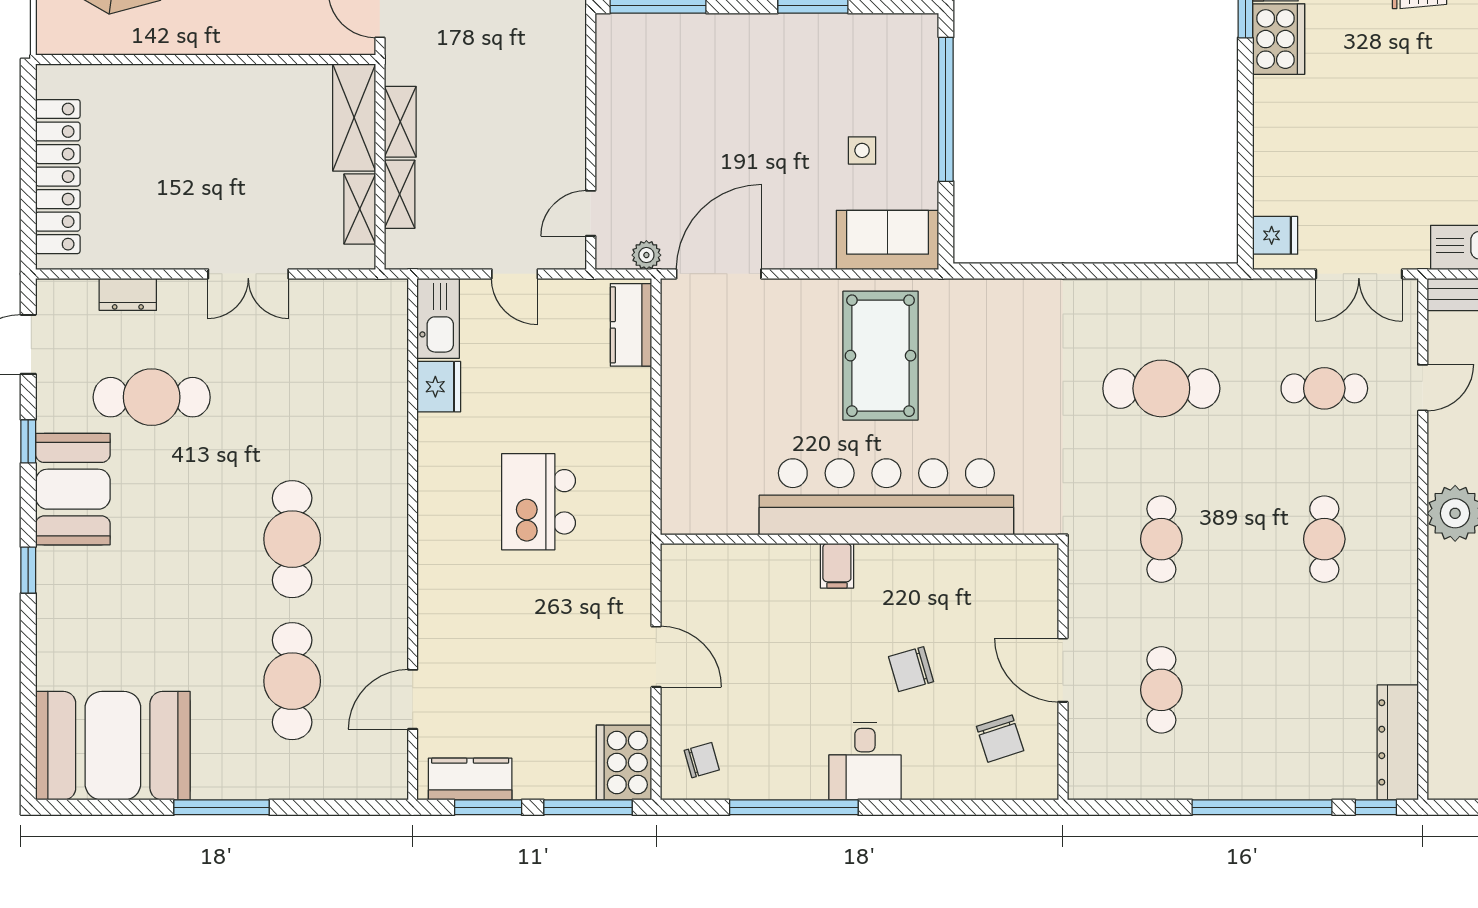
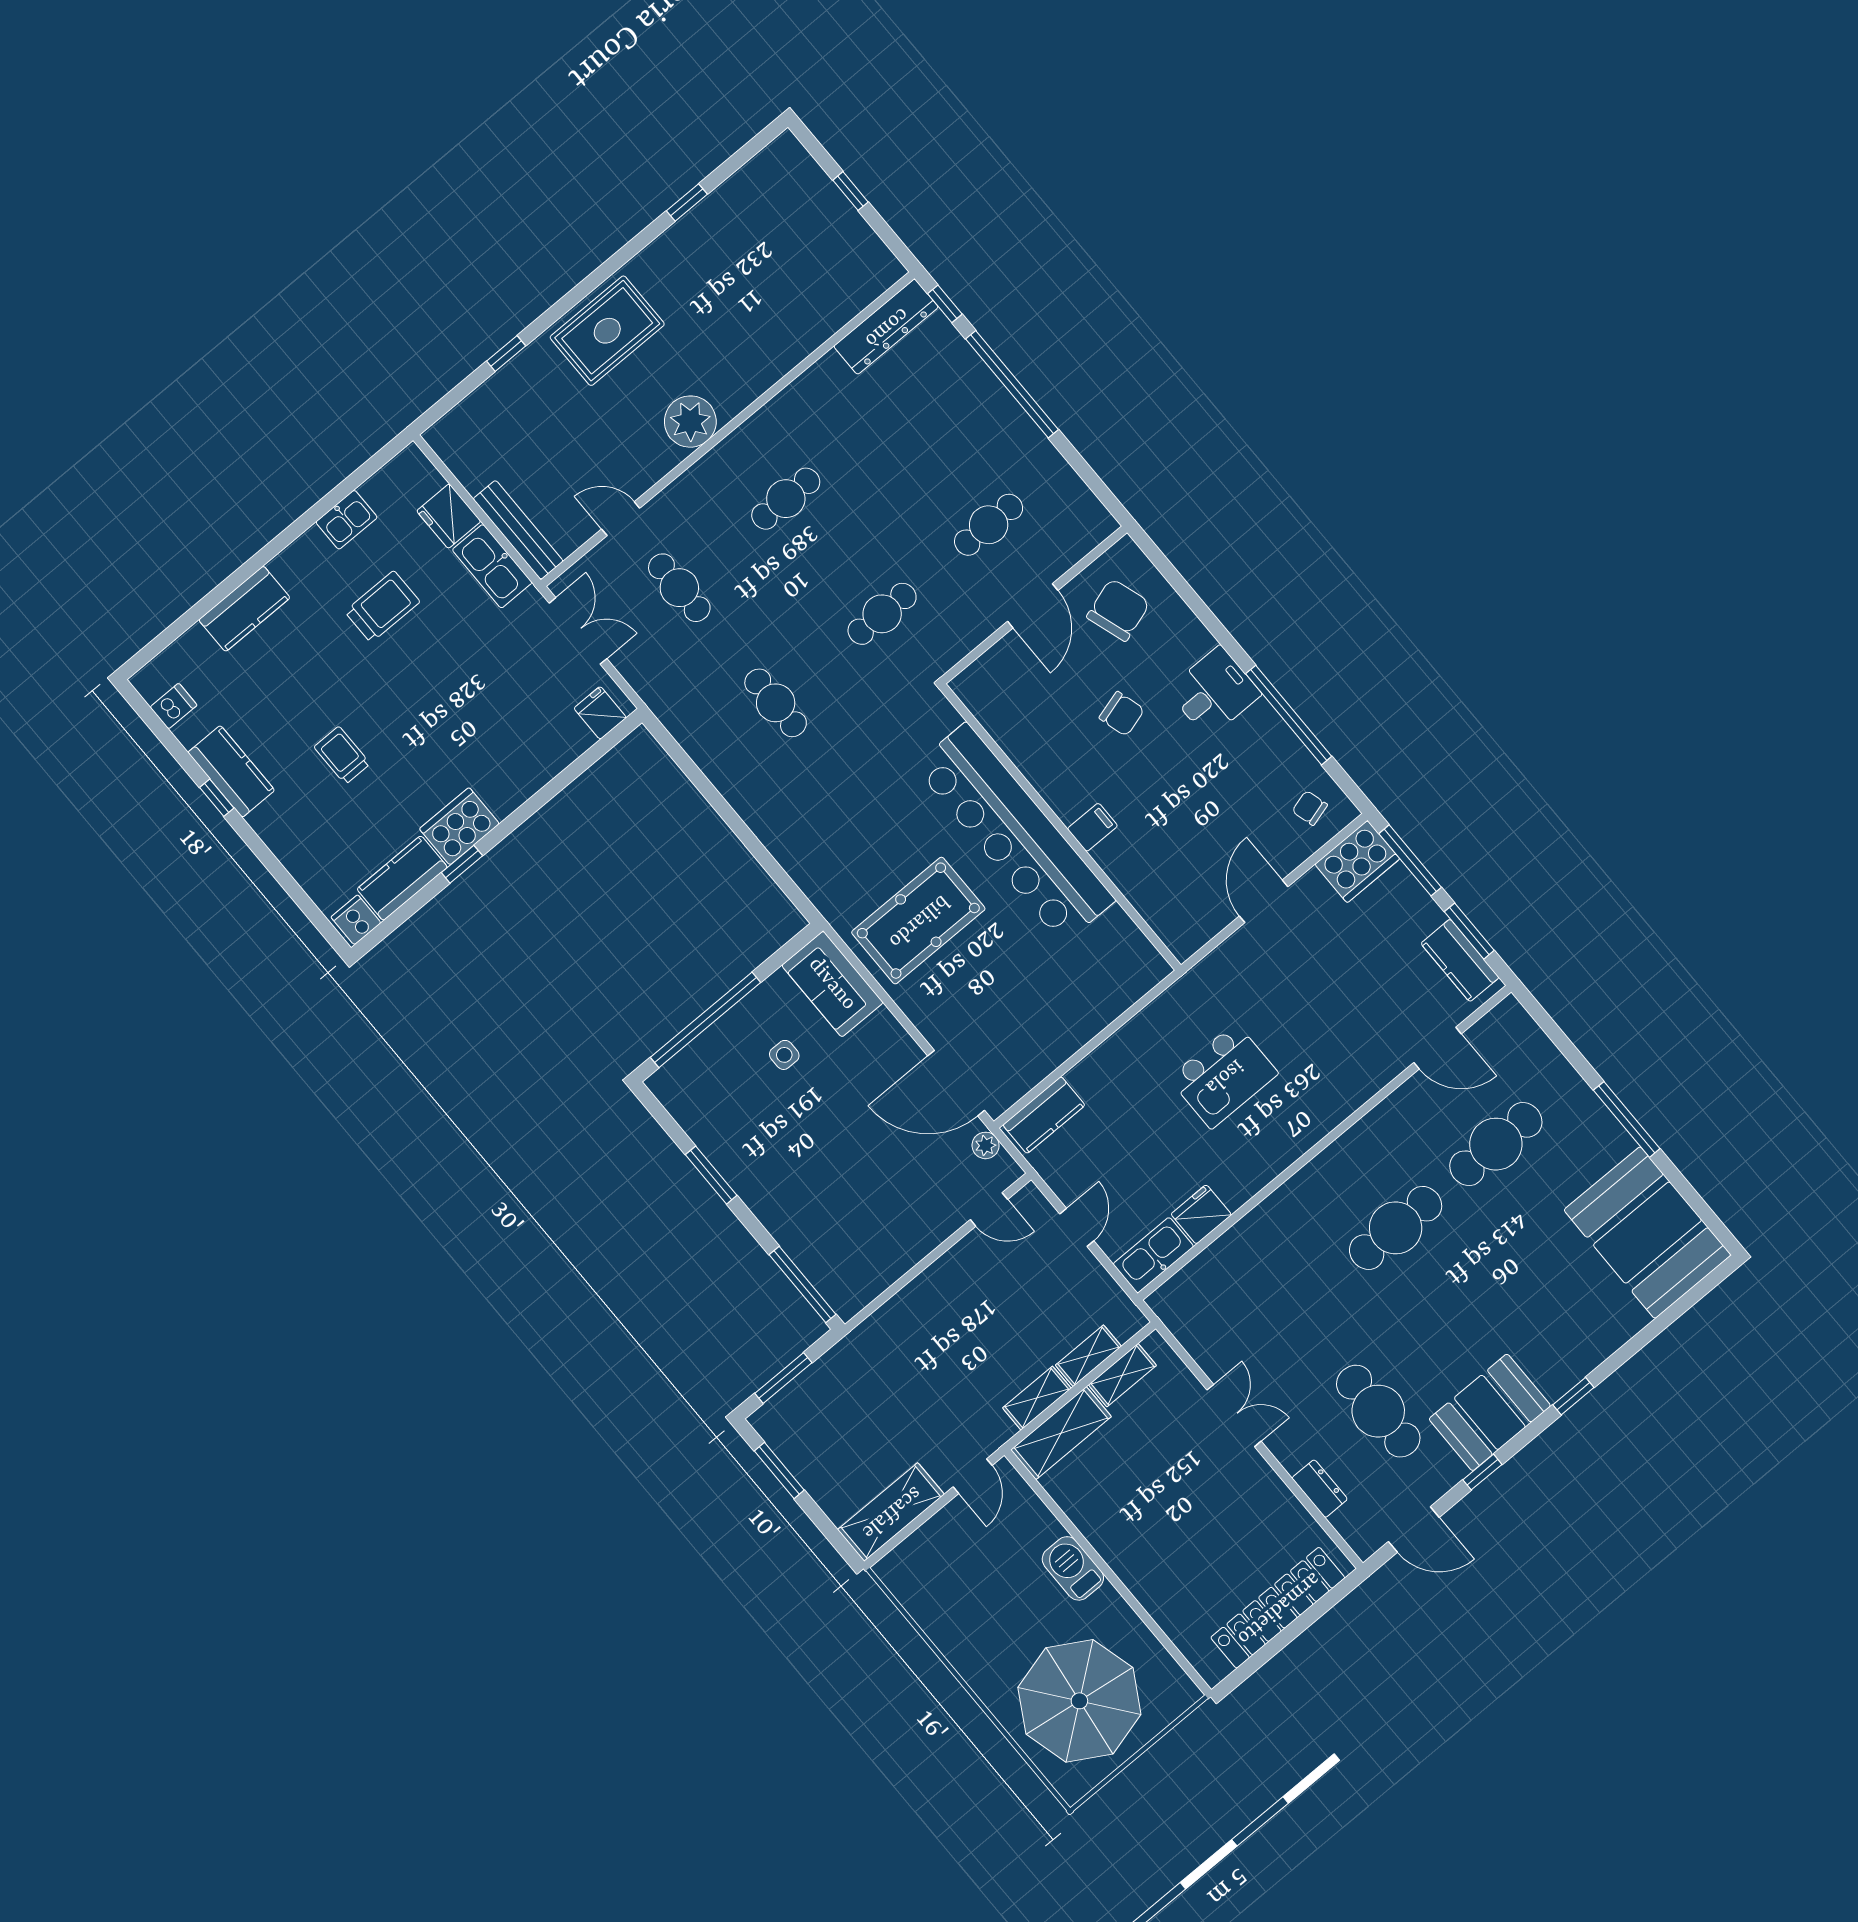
barbecue: (233, 33) -> (1073, 1568), added
cafe table: (1161, 388) -> (776, 703), width x0.73, depth x0.74
chair: (1000, 739) -> (1118, 610), width x1.37, depth x1.37

